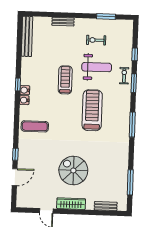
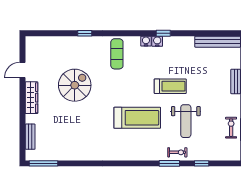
exercise bike: (96, 40) -> (231, 128), moved
window: (132, 125) -> (123, 163), removed
spiral stairs: (73, 170) -> (75, 85), moved
door: (15, 177) -> (59, 33), removed
window: (130, 182) -> (44, 163), moved

